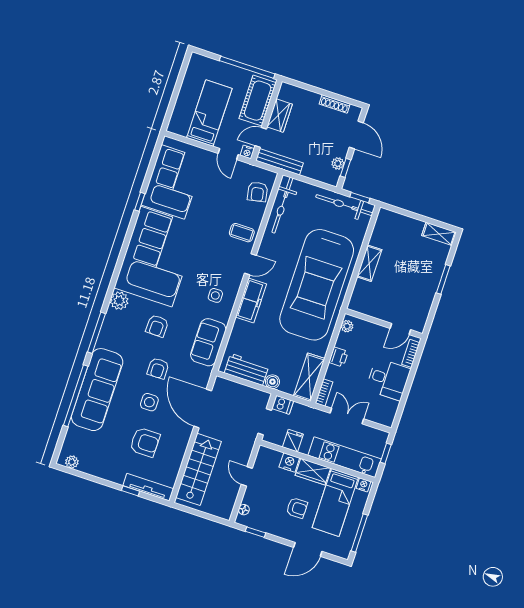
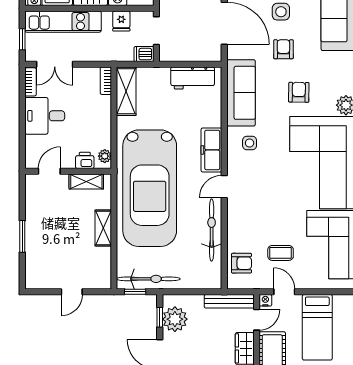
plant: (338, 164) -> (175, 319), width x1.87, depth x1.87
armchair: (258, 192) -> (242, 263), turned 101
bicycle: (282, 205) -> (212, 230), moved
door: (416, 216) -> (72, 292), added
coffee table: (242, 233) -> (281, 253), moved
shelving: (439, 234) -> (86, 181), moved
car: (317, 285) -> (150, 188), turned 180
sofa: (208, 342) -> (241, 93), width x1.36
bookcase: (411, 353) -> (30, 82), moved
printer: (338, 357) -> (85, 160), moved, turned 90
boiler: (272, 382) -> (162, 74), removed
double door: (347, 416) -> (55, 64), moved

